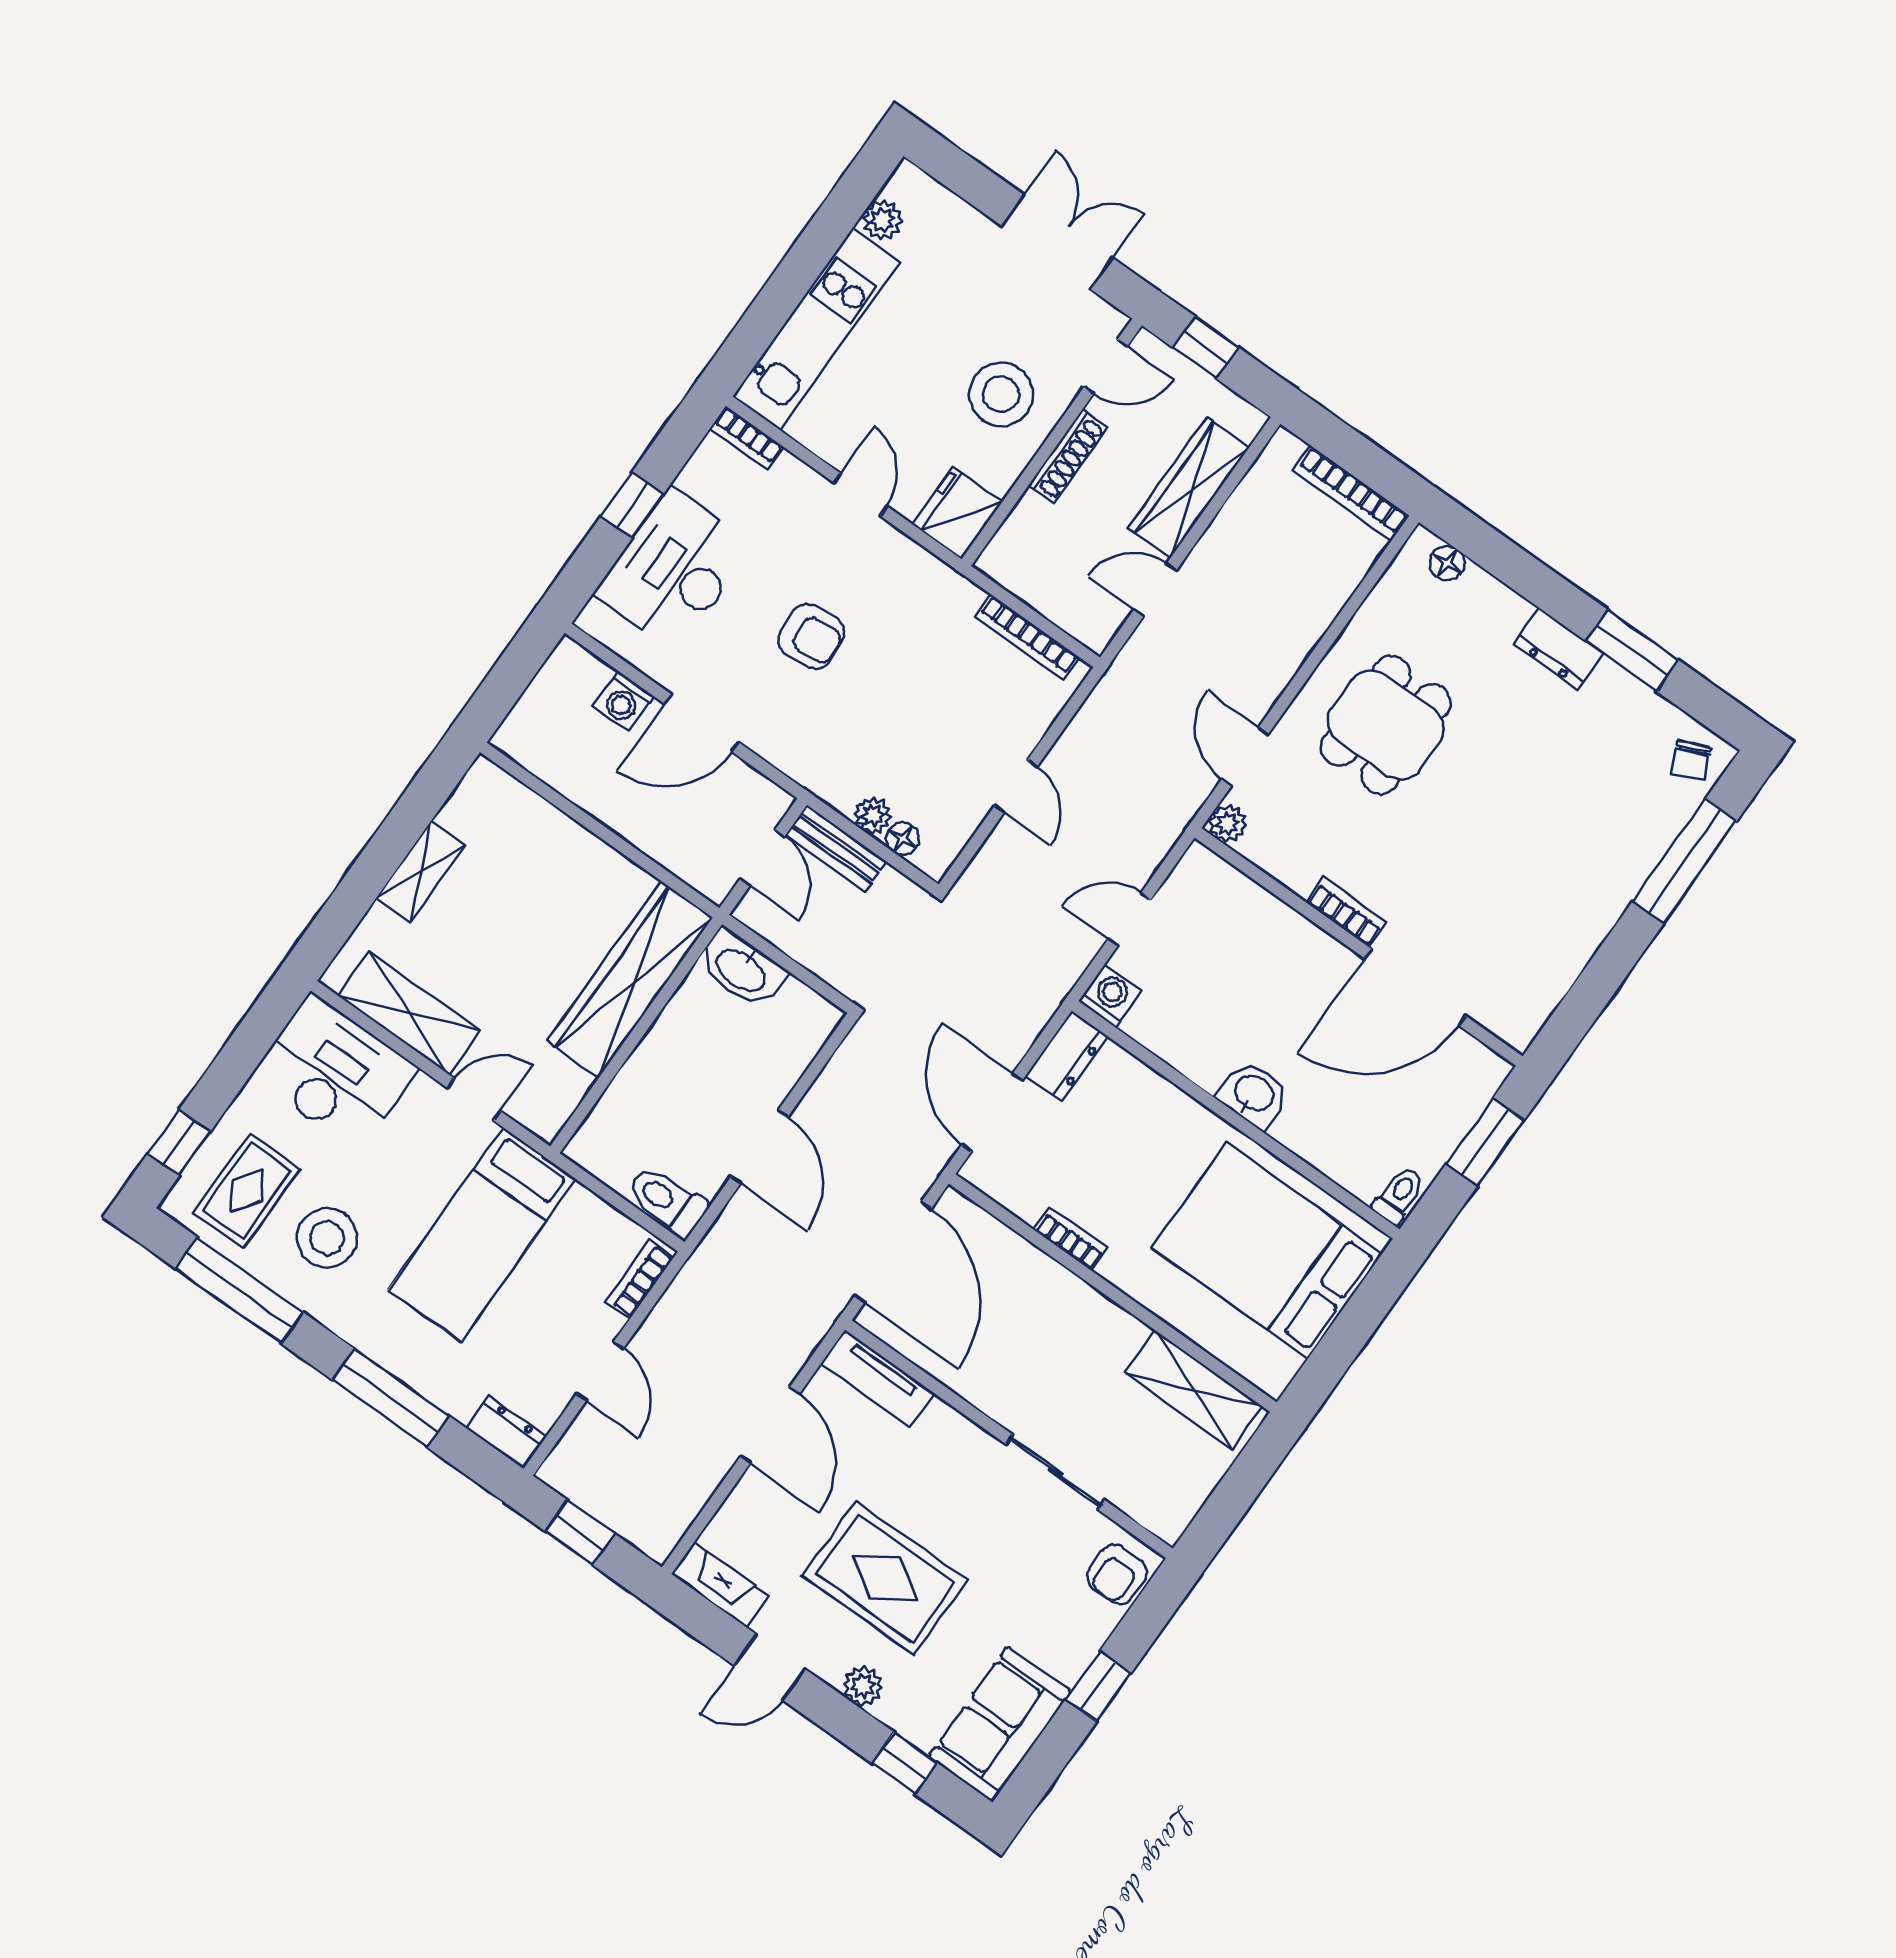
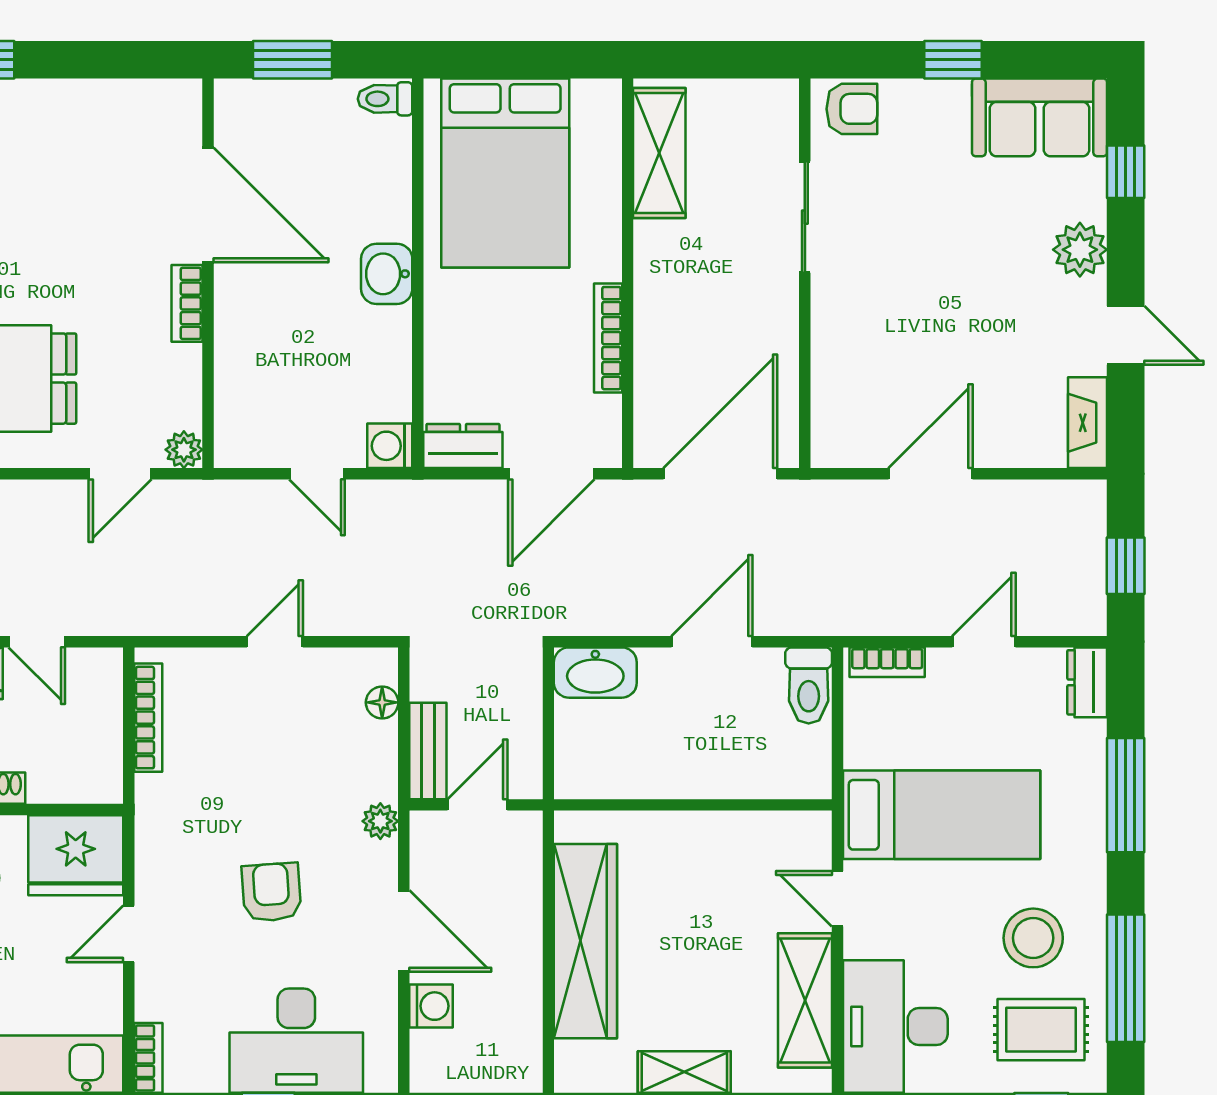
fridge: (957, 513) -> (76, 855), width x1.36, depth x1.34
plant: (873, 815) -> (380, 821), moved
washbasin: (741, 969) -> (595, 673), moved, turned 90
wardrobe: (630, 979) -> (585, 941), moved, turned -90
bookcase: (1071, 1239) -> (608, 338), width x1.56
tv unit: (877, 1378) -> (831, 414), removed
rug: (885, 1578) -> (987, 294), removed
plant: (863, 1686) -> (1080, 250), width x1.38, depth x1.38

